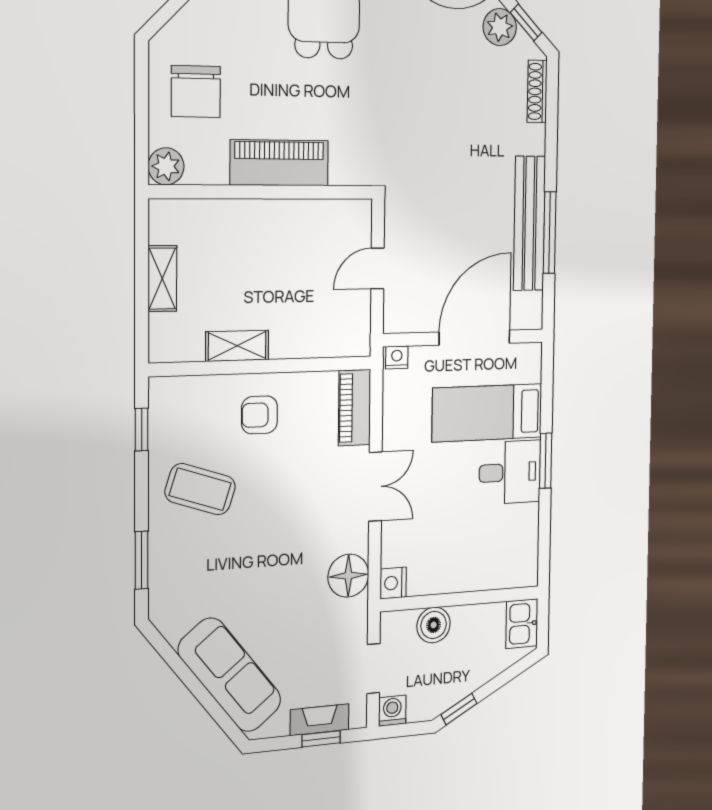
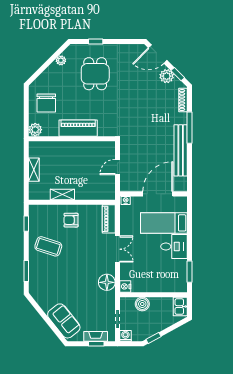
window: (550, 233) -> (189, 128), moved
window: (546, 461) -> (189, 272), moved
sofa: (230, 675) -> (64, 321), width x0.73

